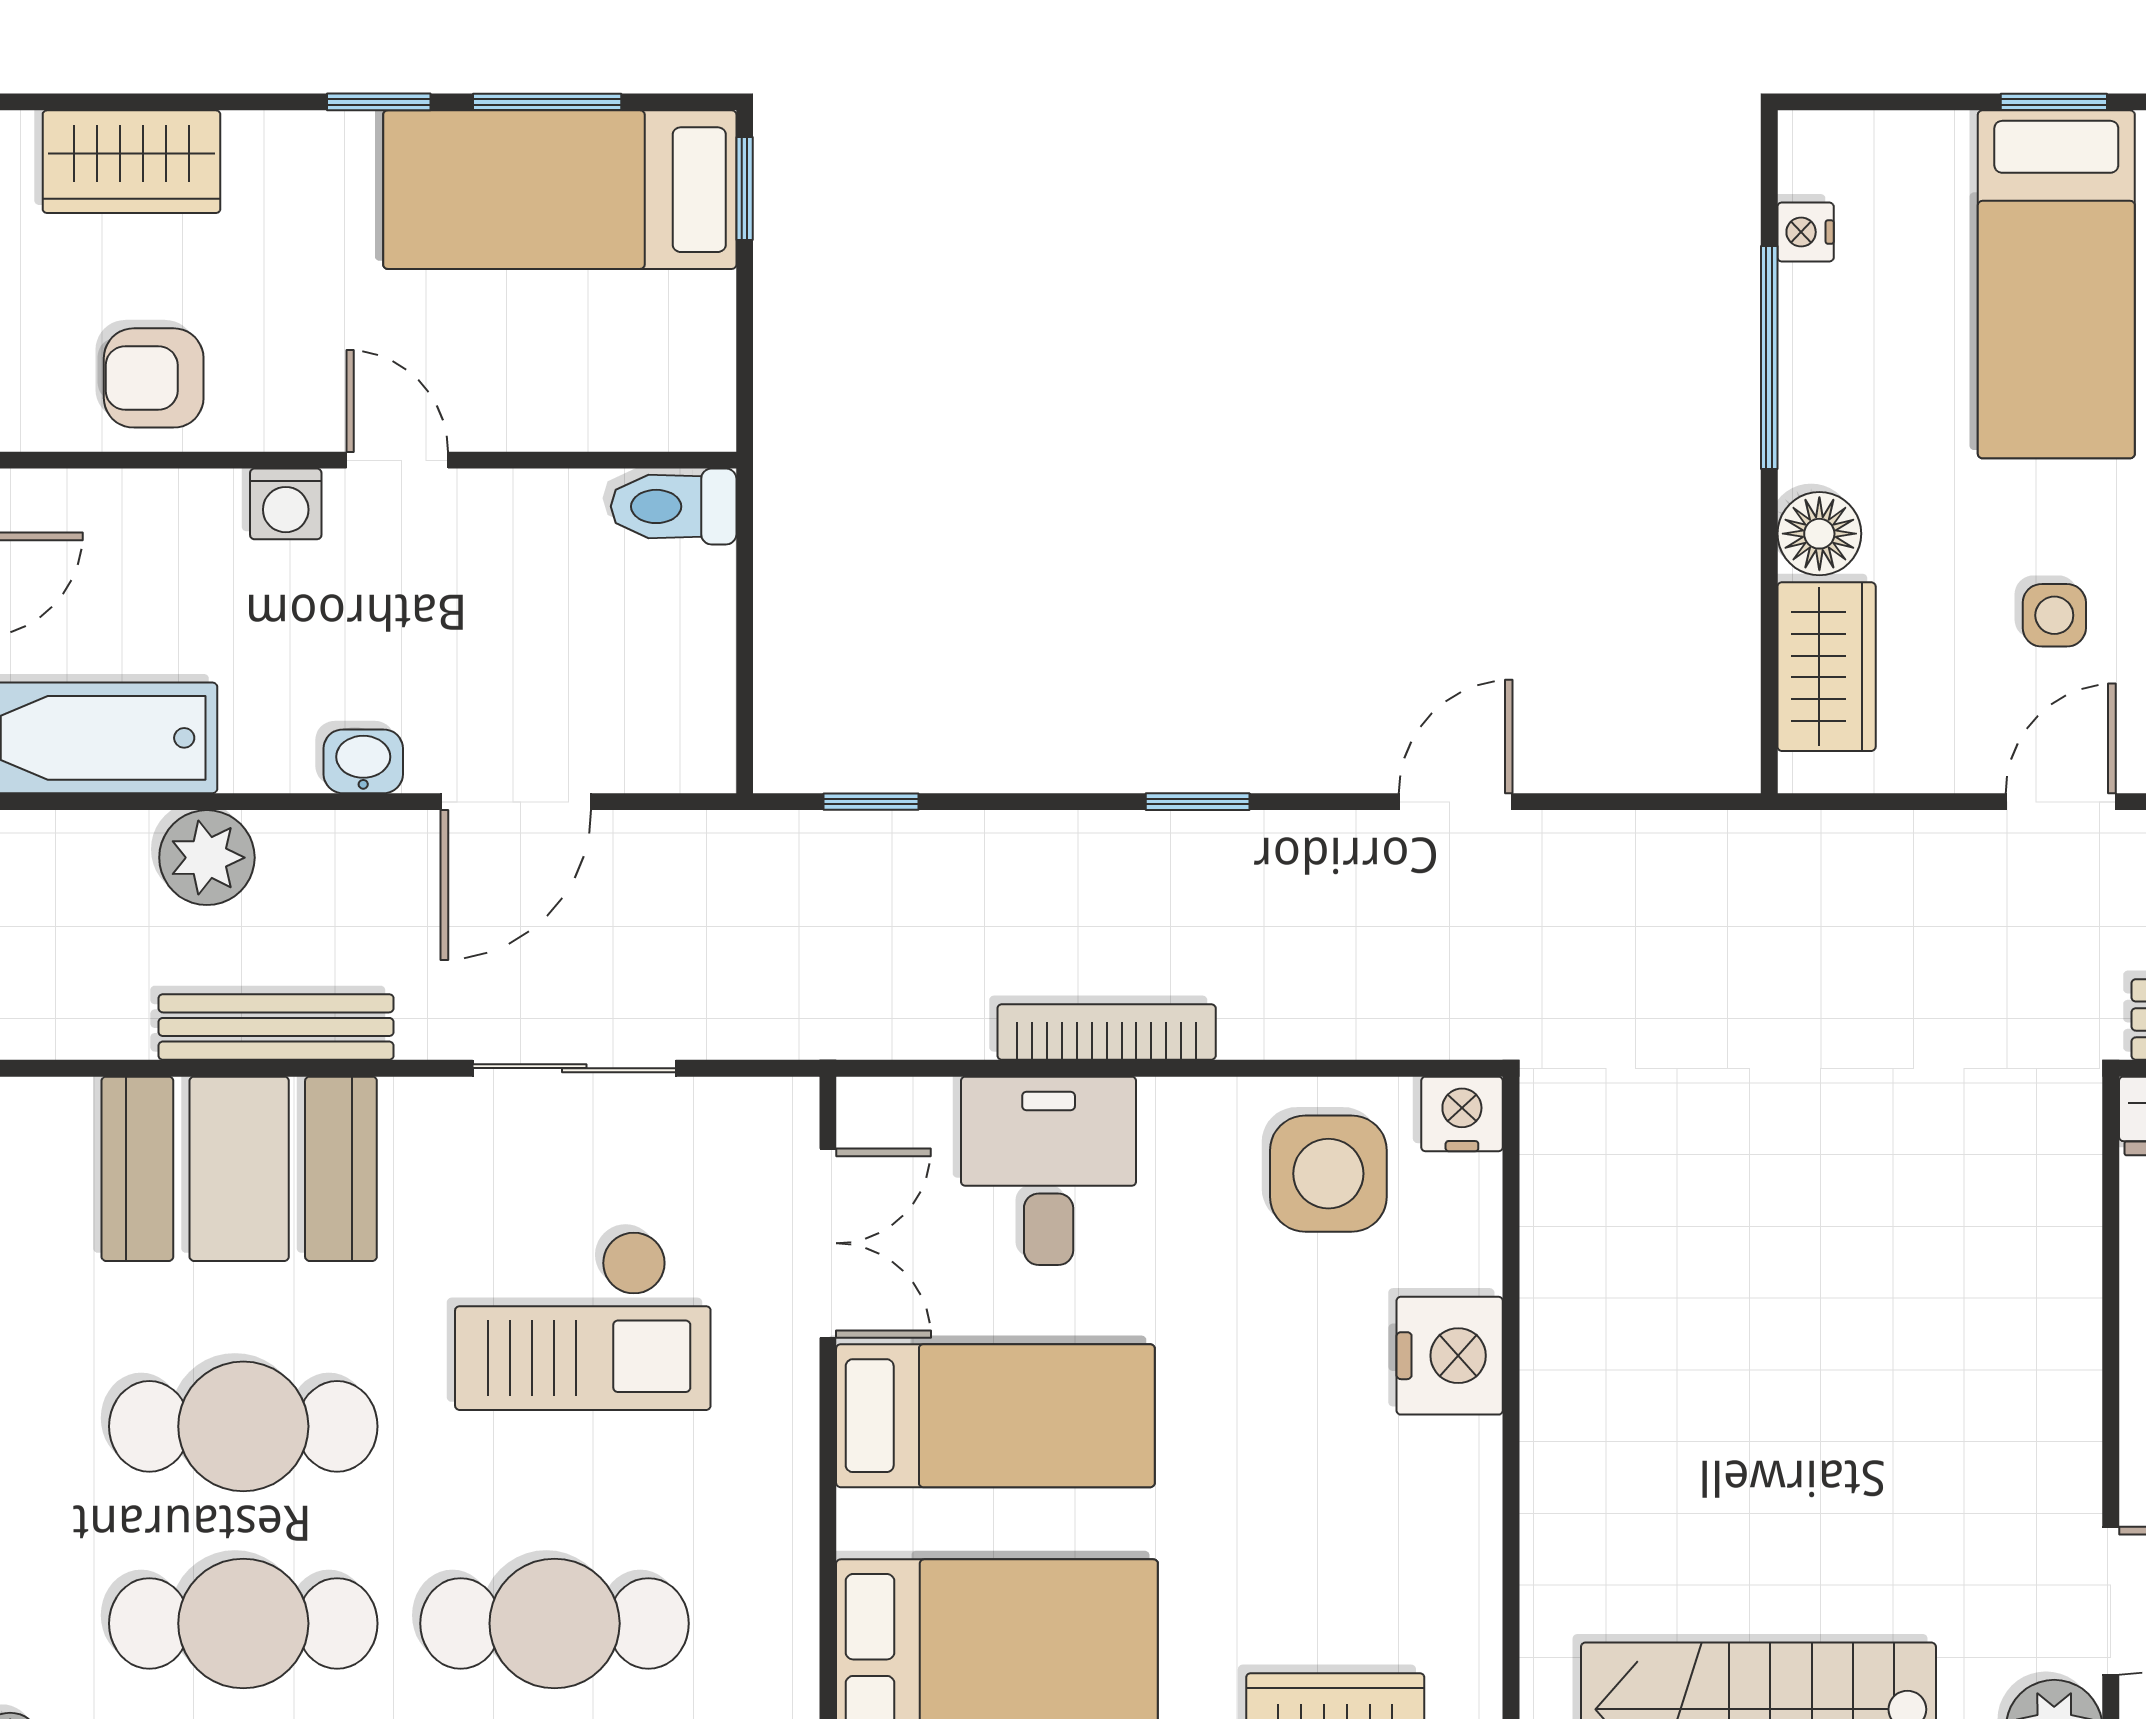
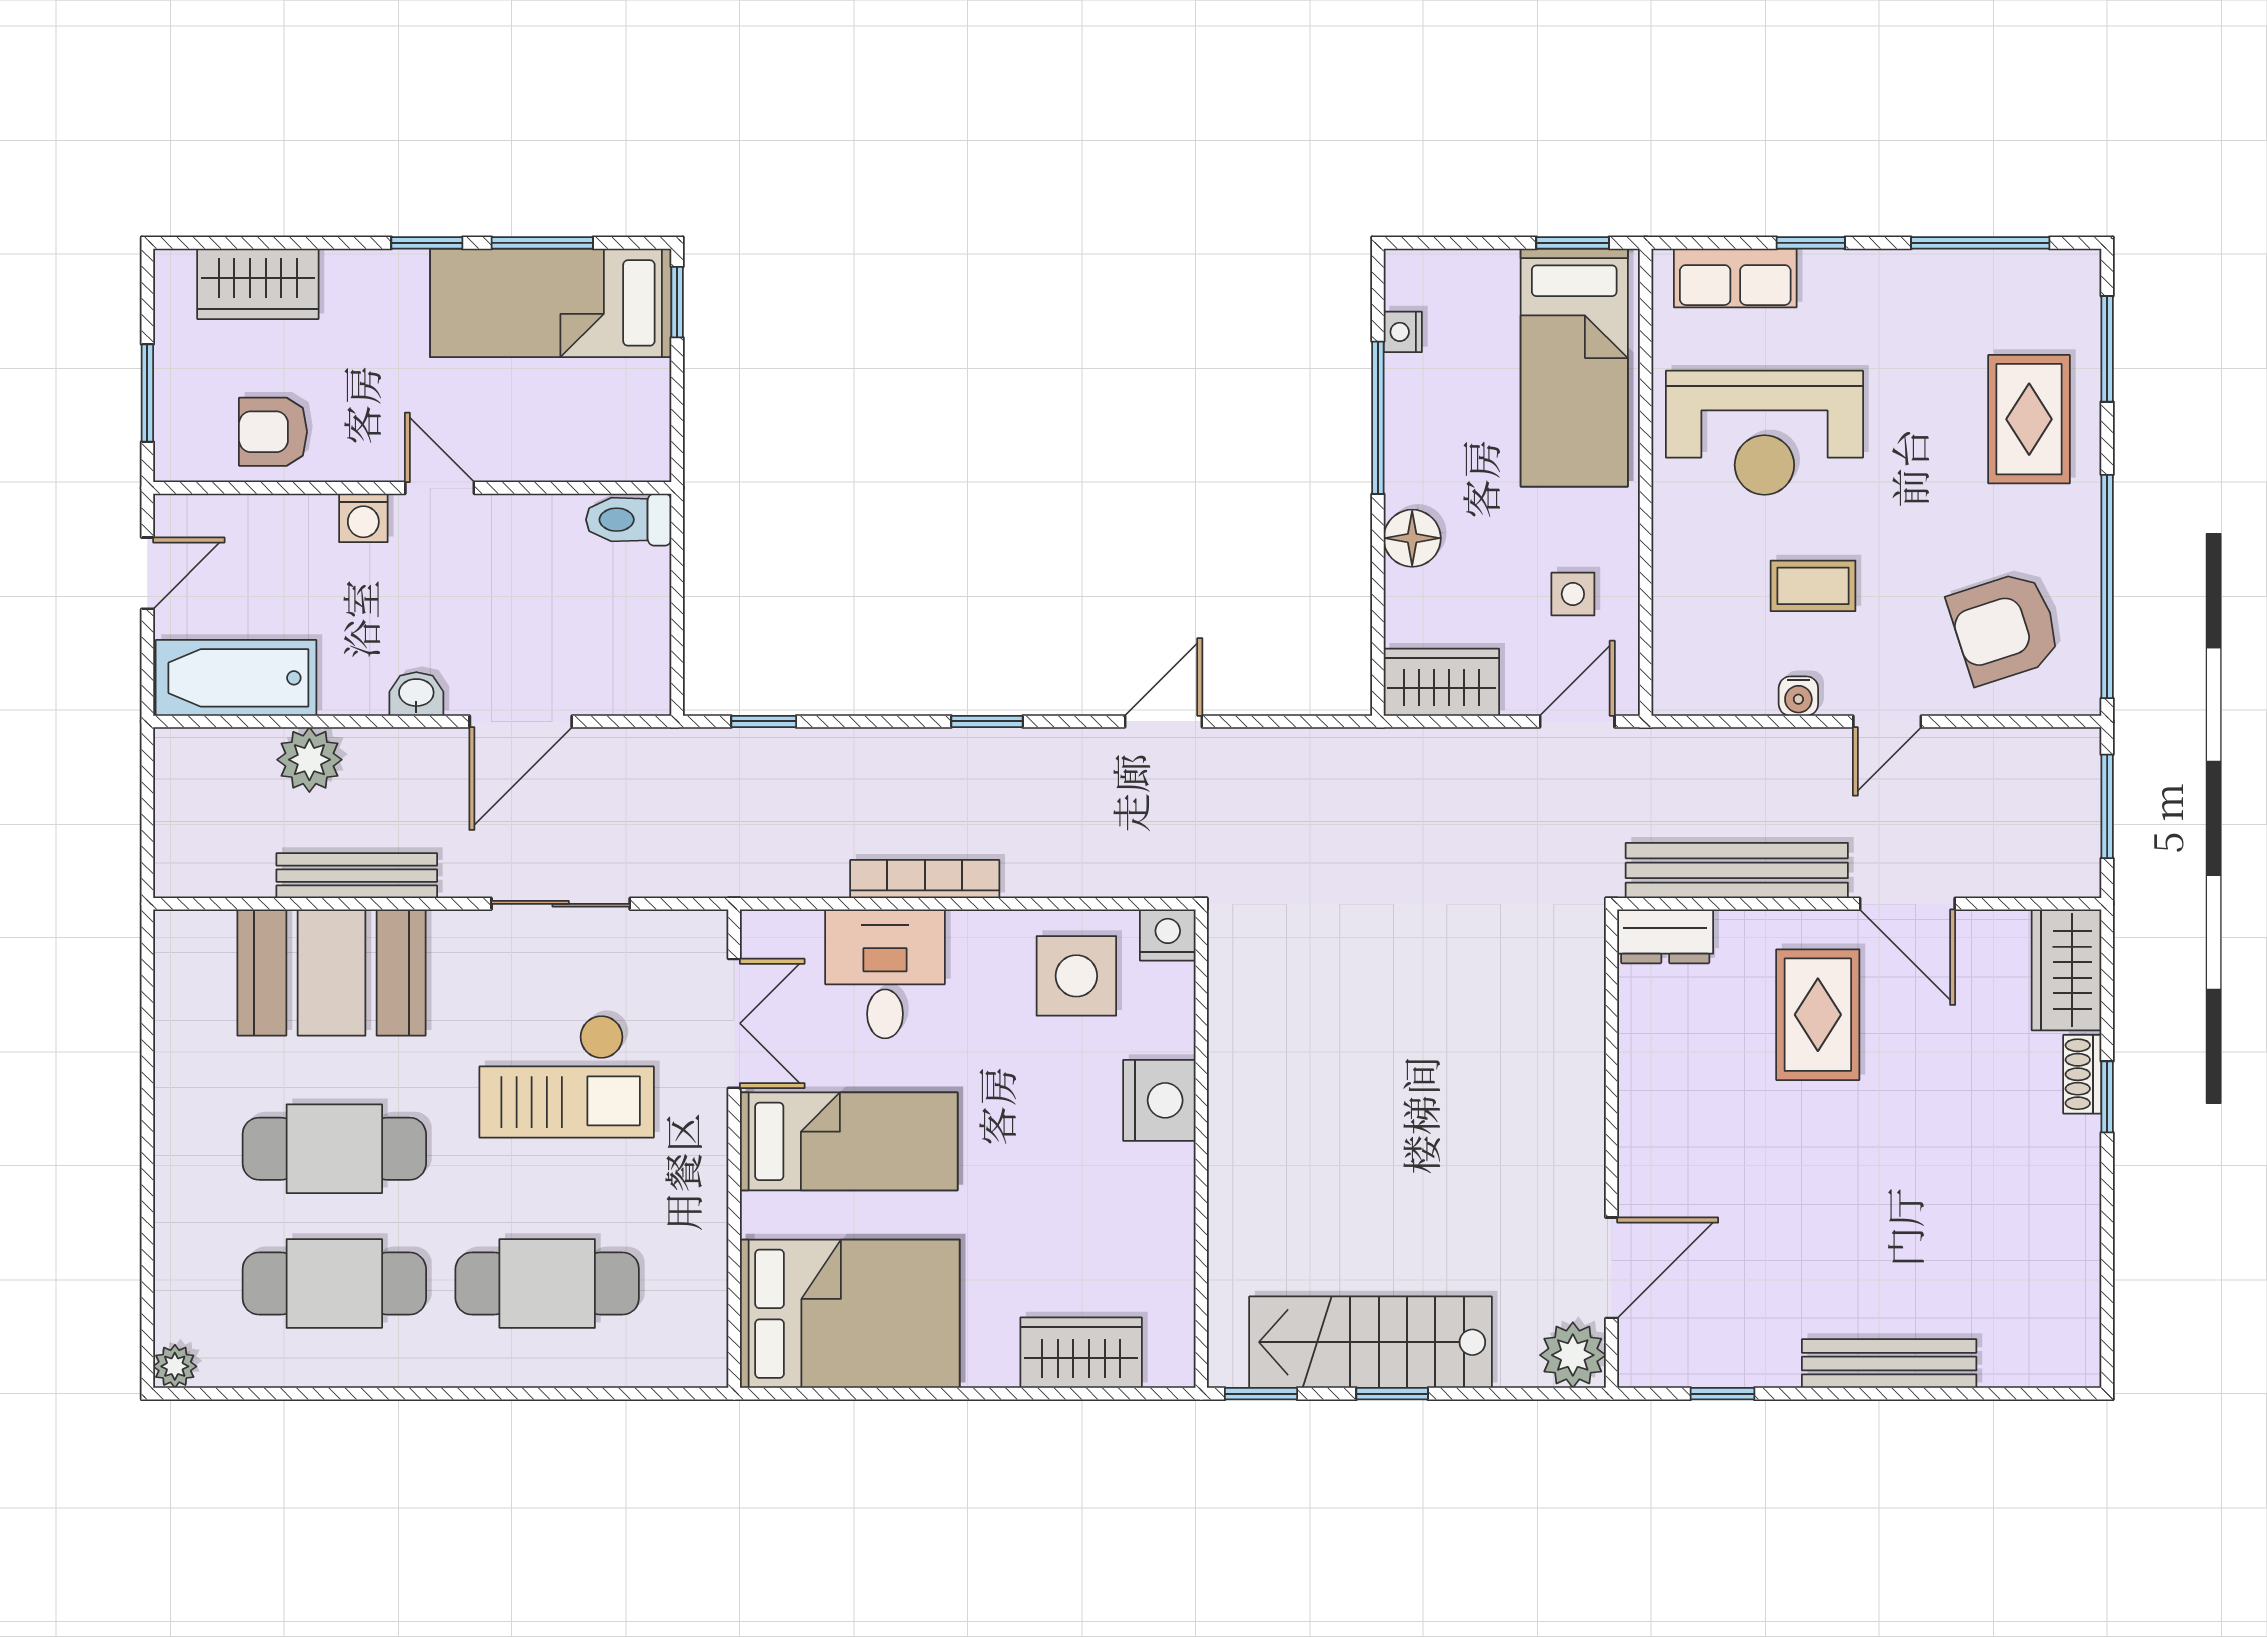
wardrobe: (1827, 667) -> (1441, 682), moved, turned -90

